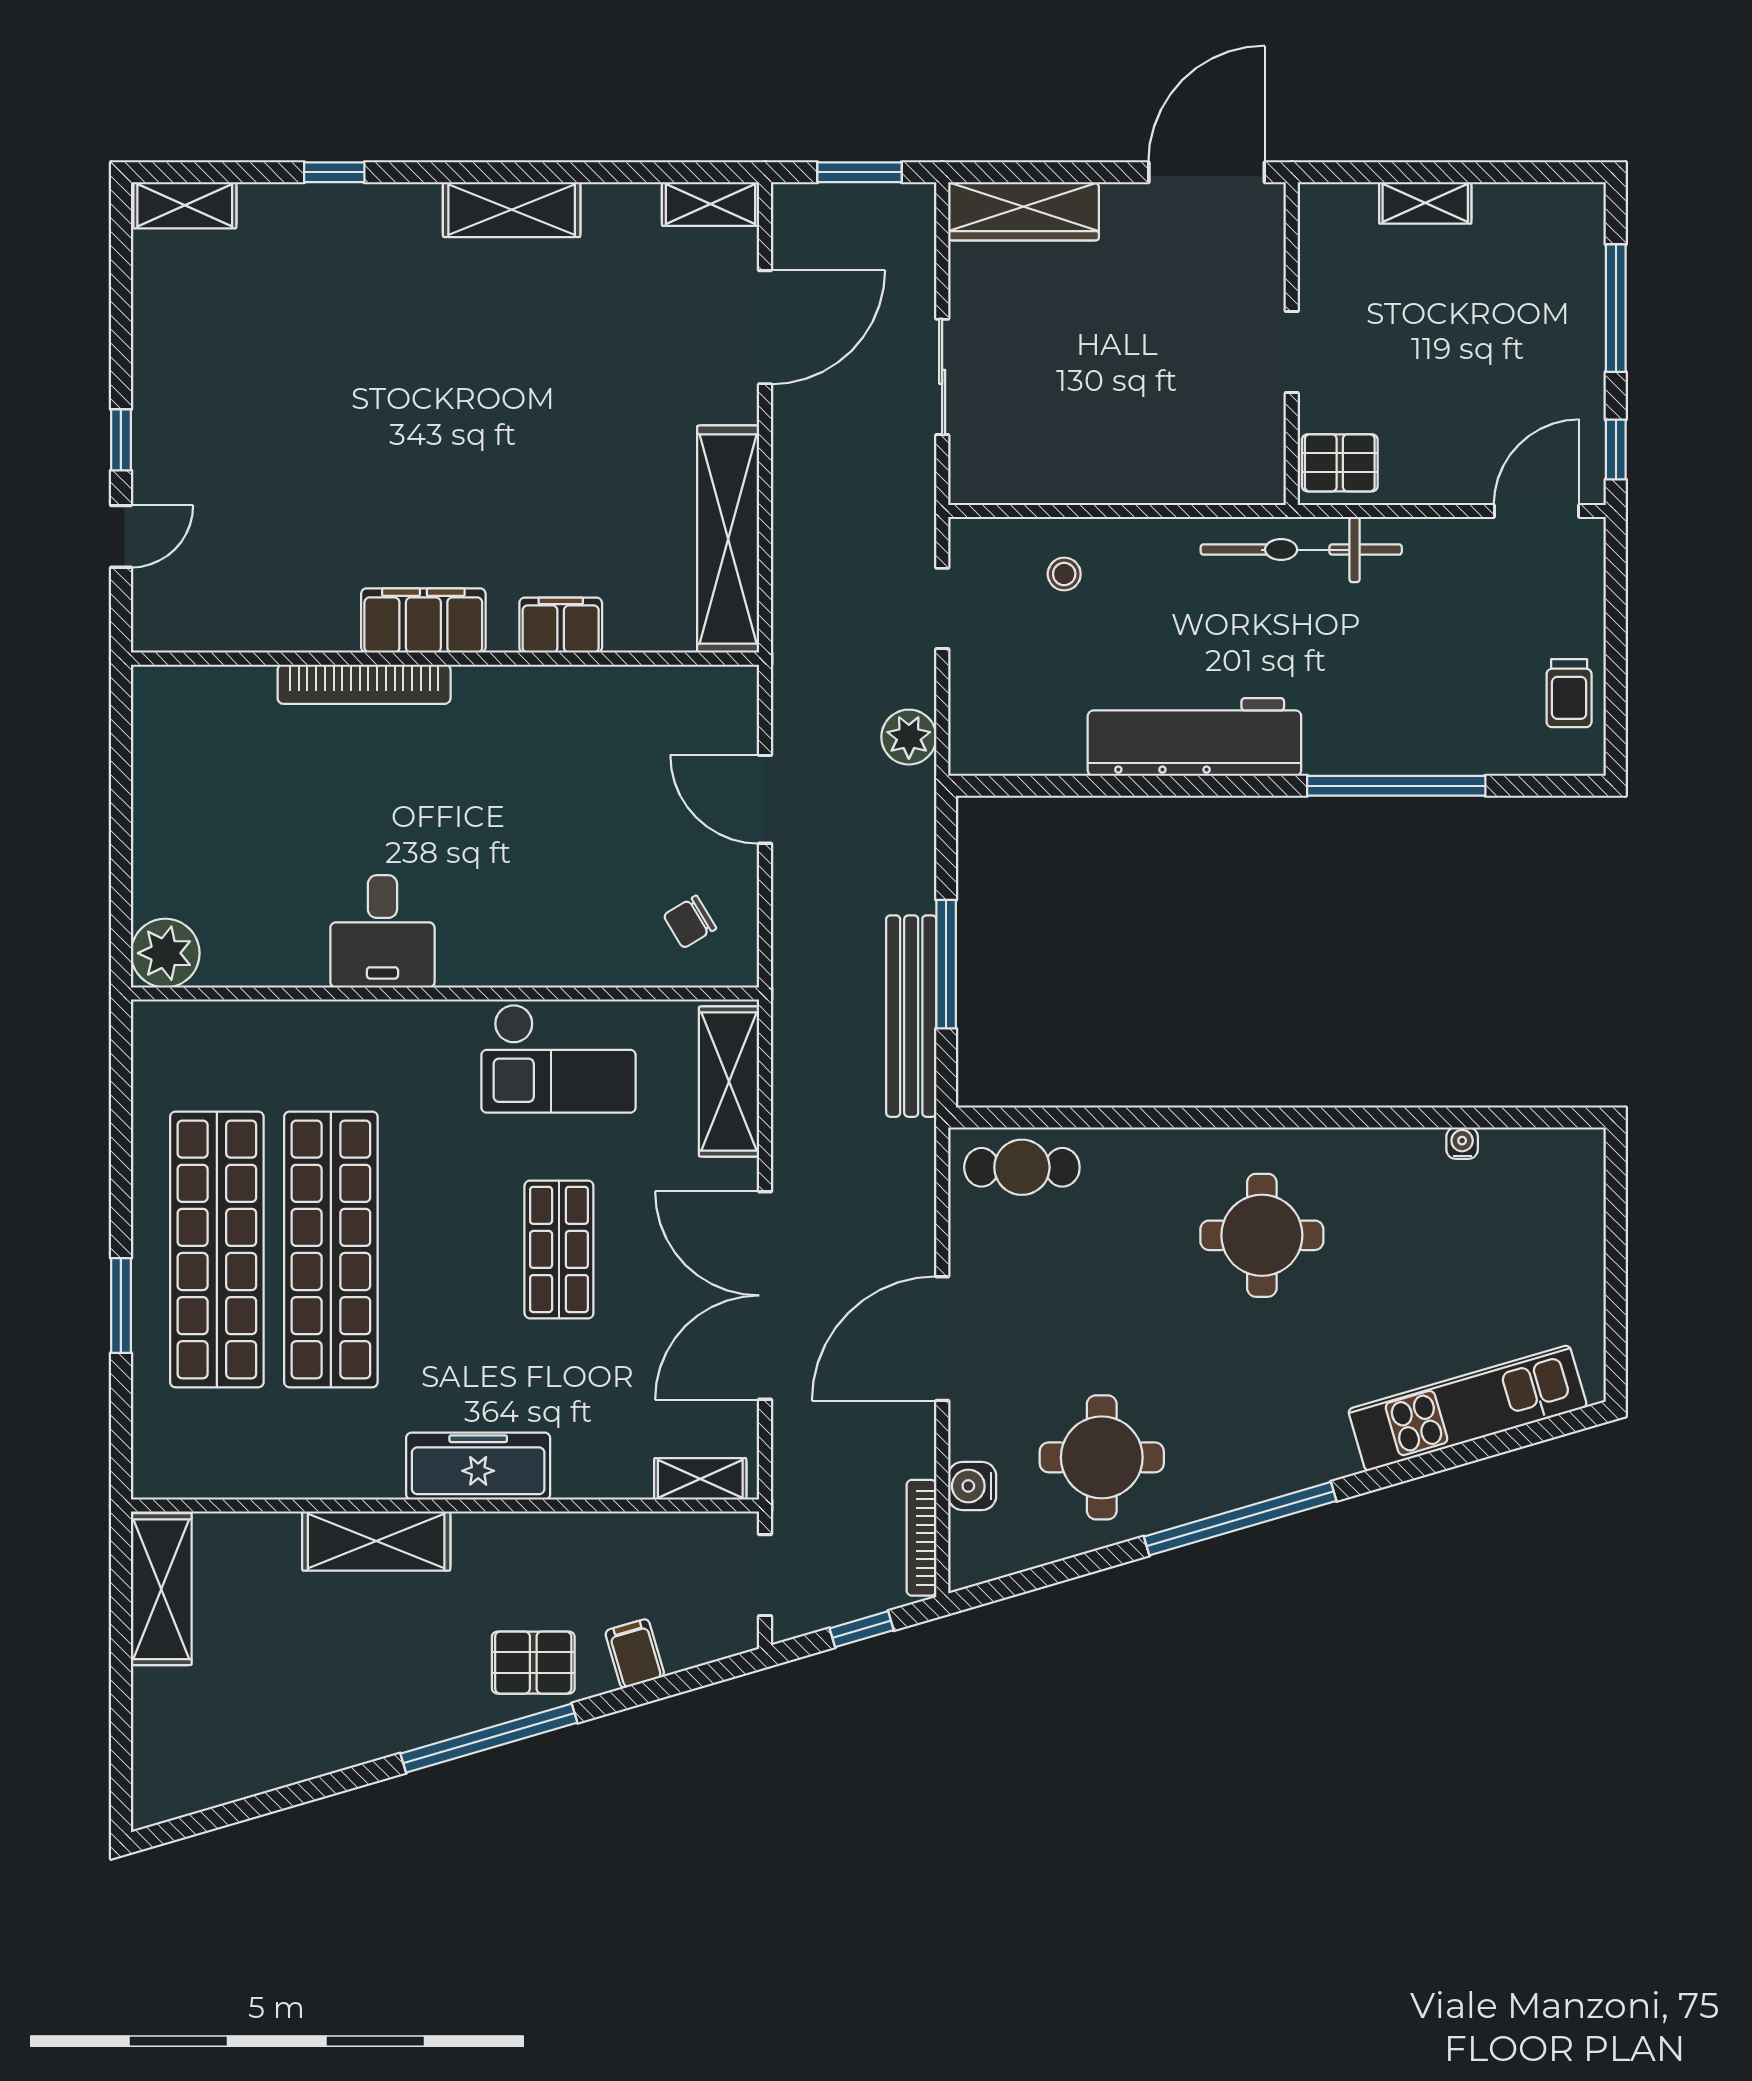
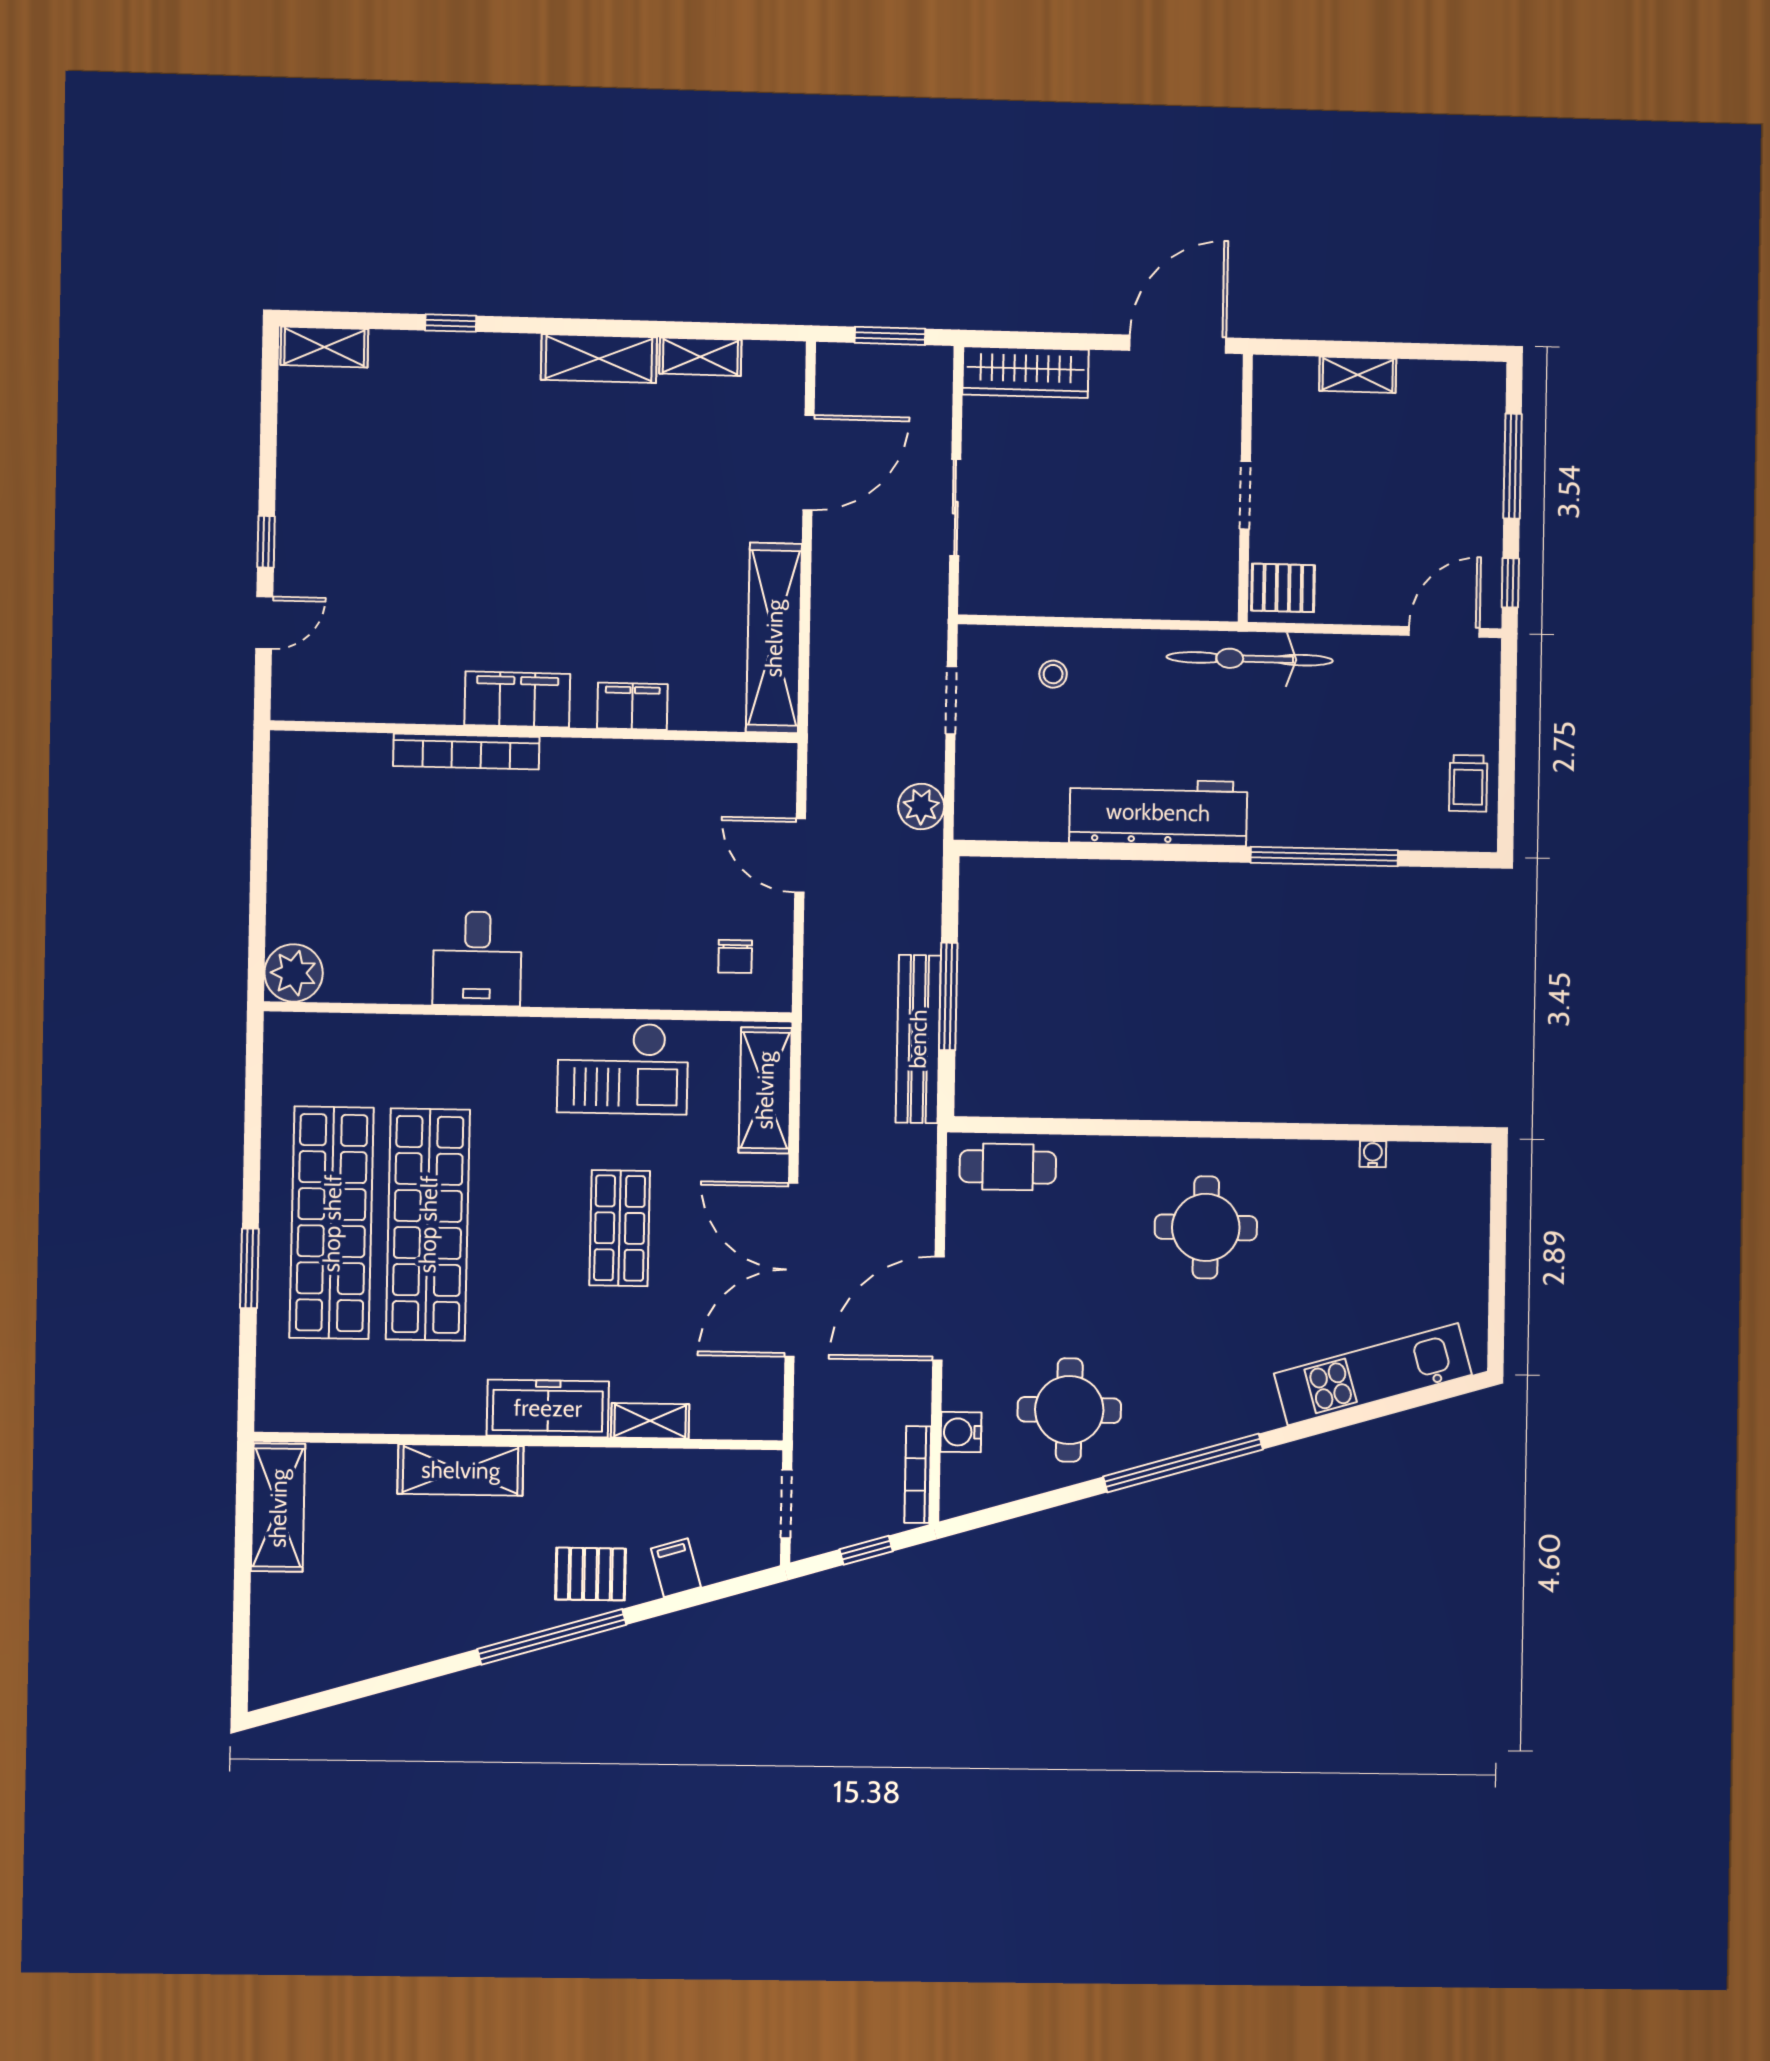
shelving: (710, 204) -> (700, 357), moved
chair: (690, 922) -> (735, 956), turned -59
shelving: (700, 1479) -> (650, 1421), moved

